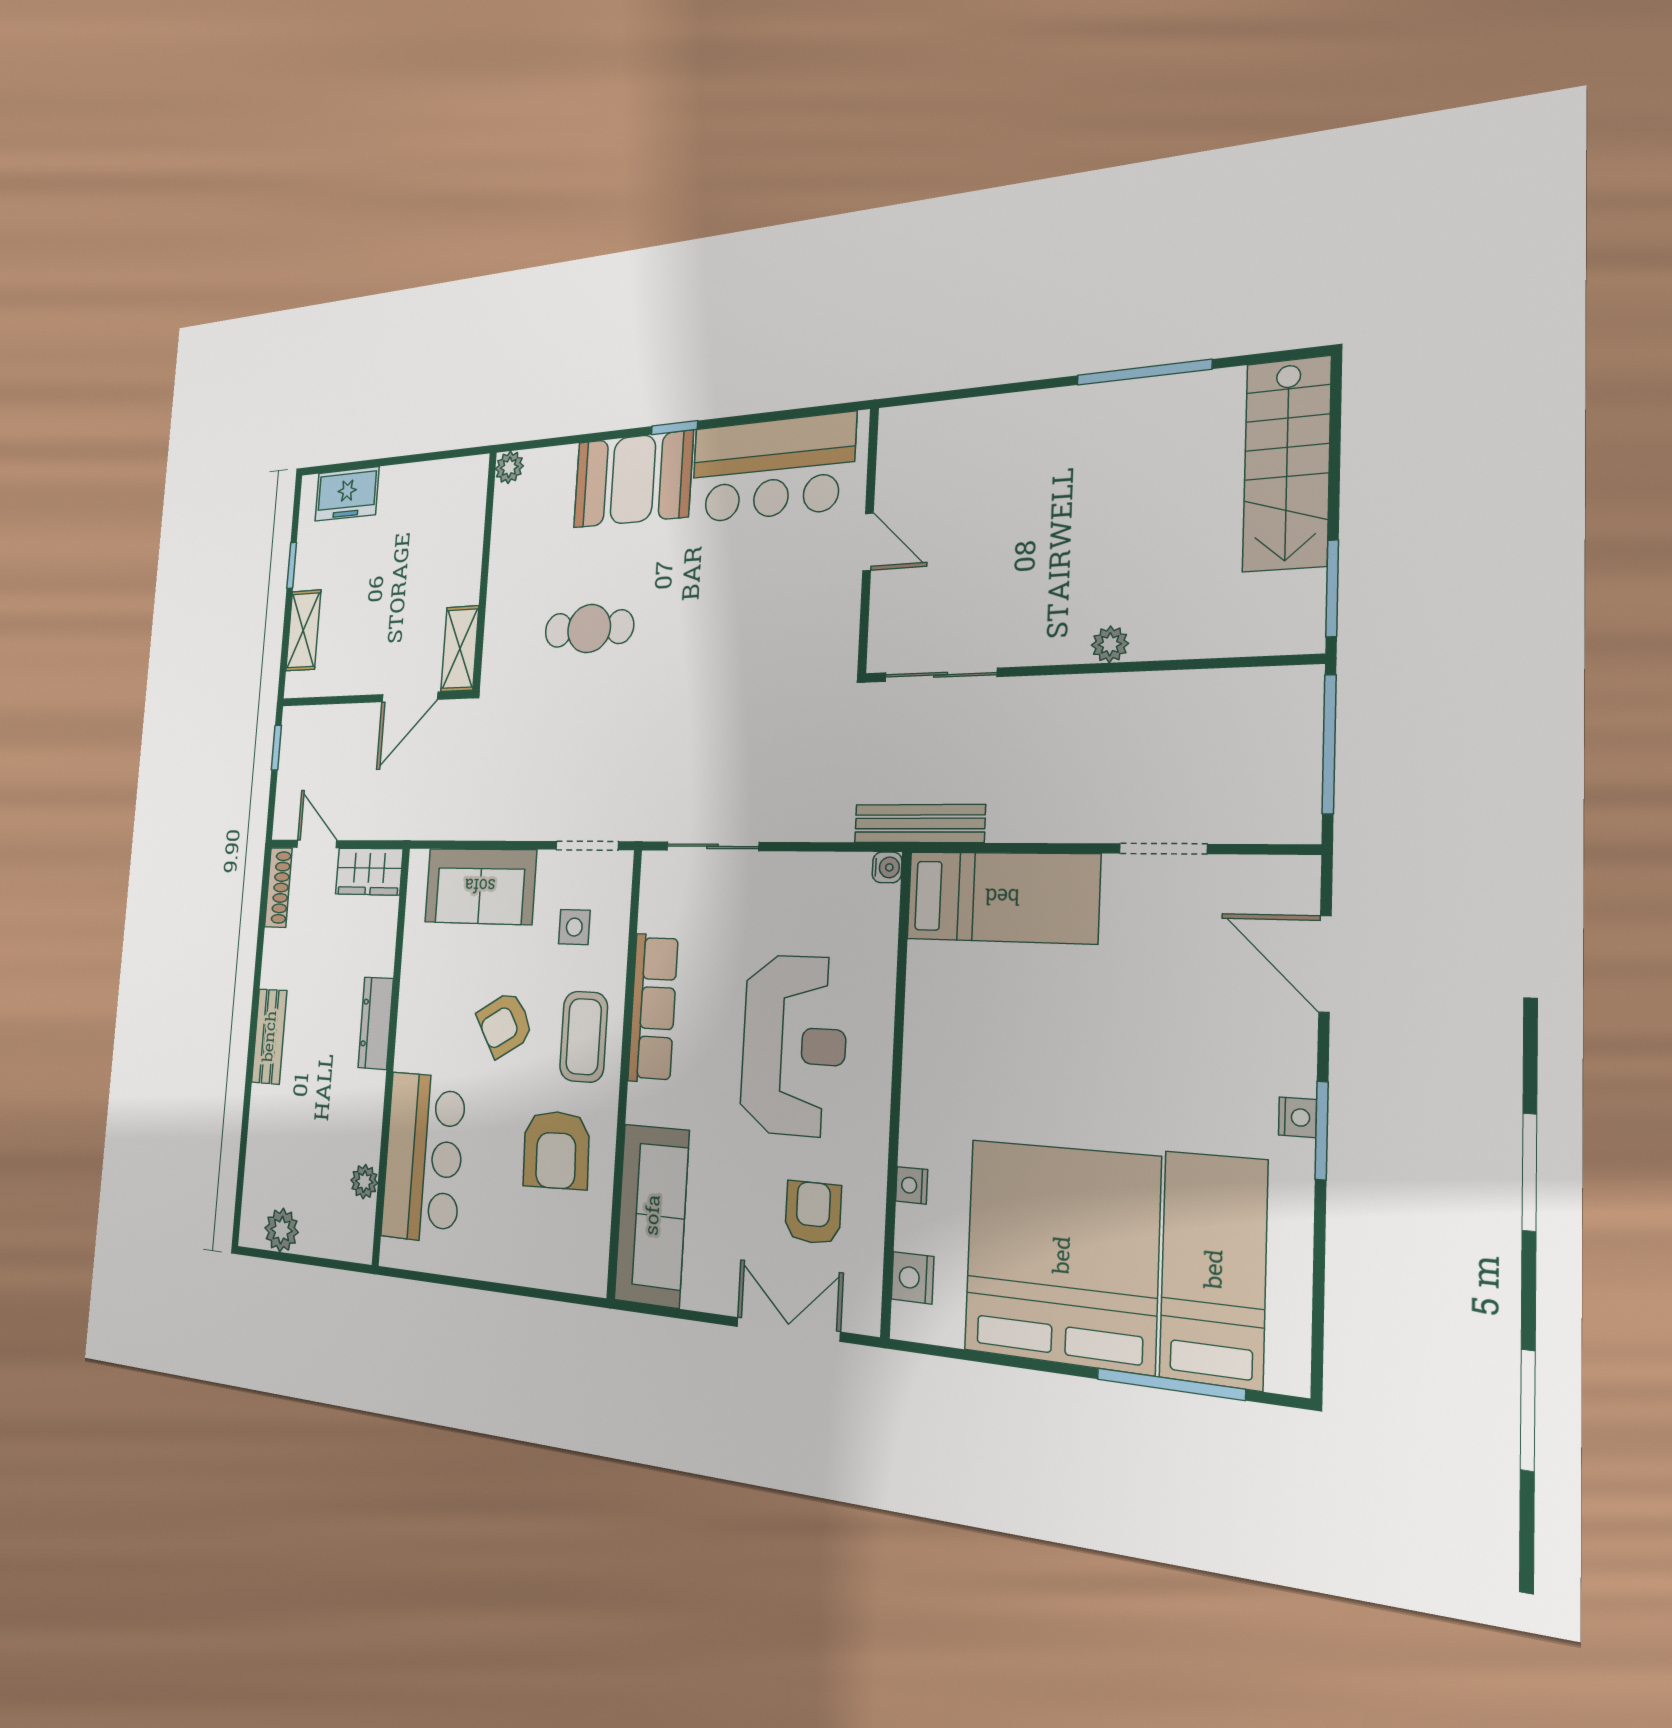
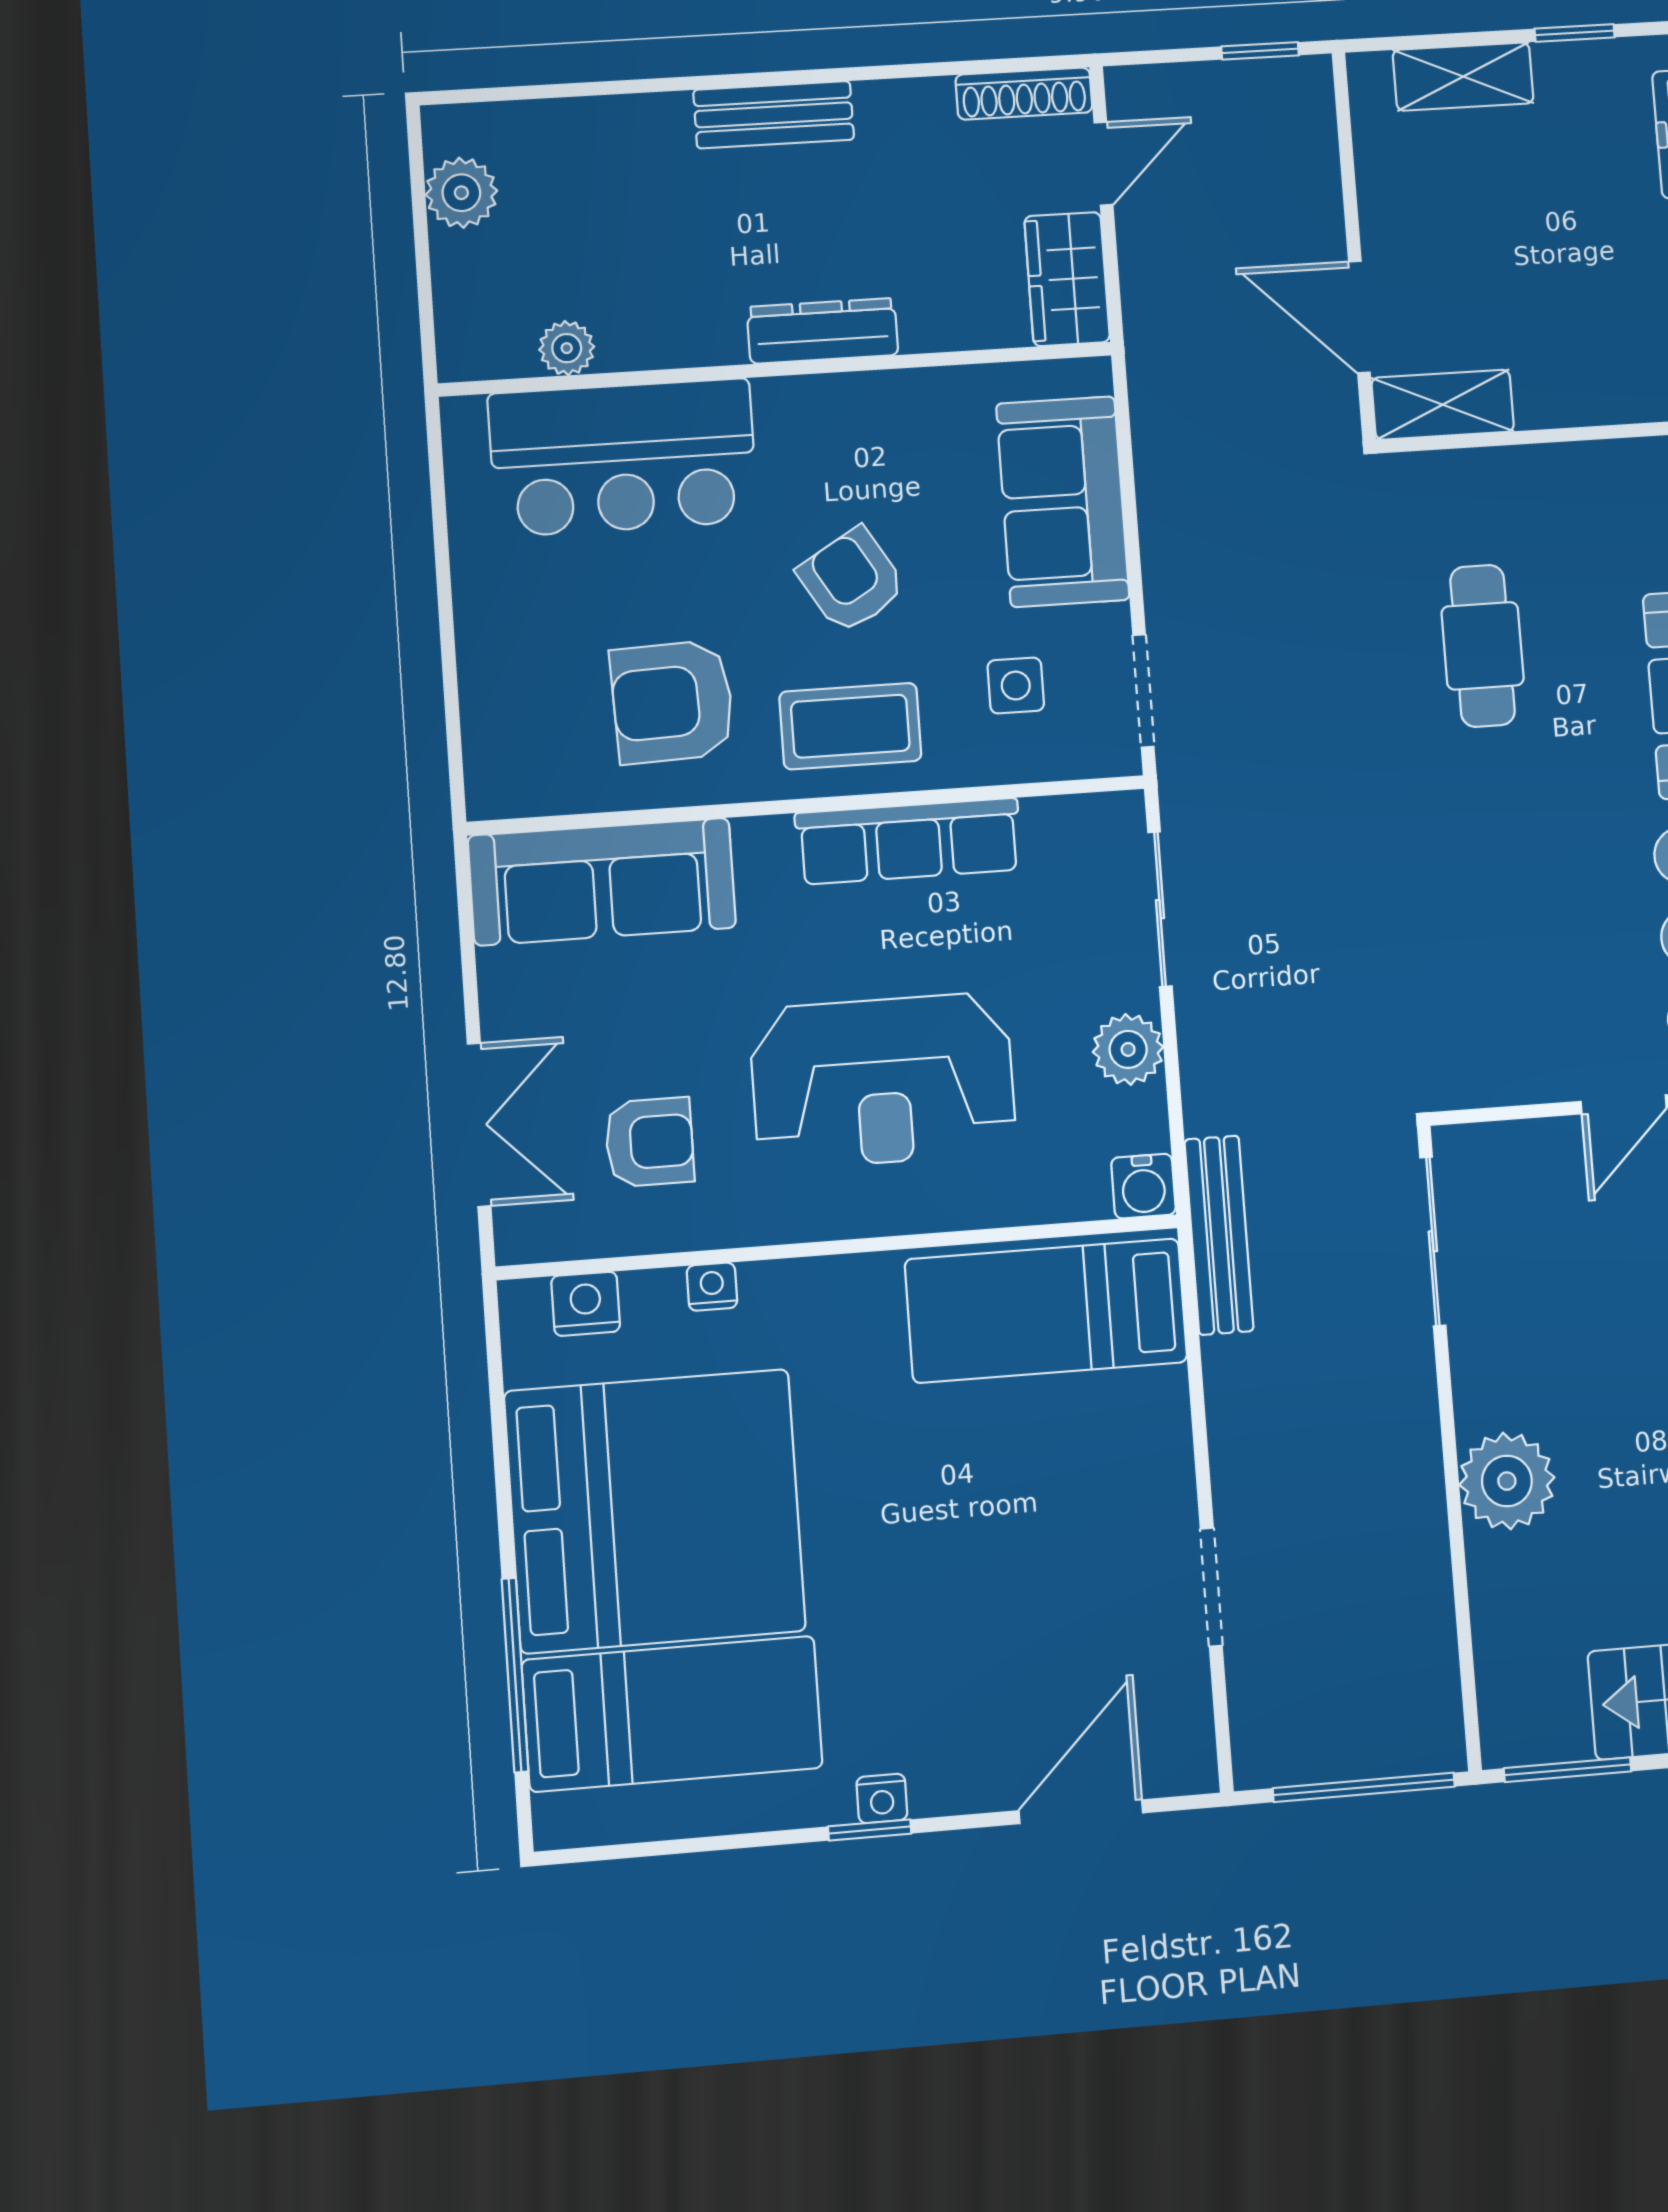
plant: (1110, 644) -> (1507, 1481), width x1.87, depth x1.87
water cooler: (887, 867) -> (1143, 1186), width x1.38, depth x1.38
plant: (794, 876) -> (1128, 1049), added
bed: (1002, 897) -> (1046, 1311), moved, turned 90
window: (1322, 1131) -> (870, 1830), width x0.67

